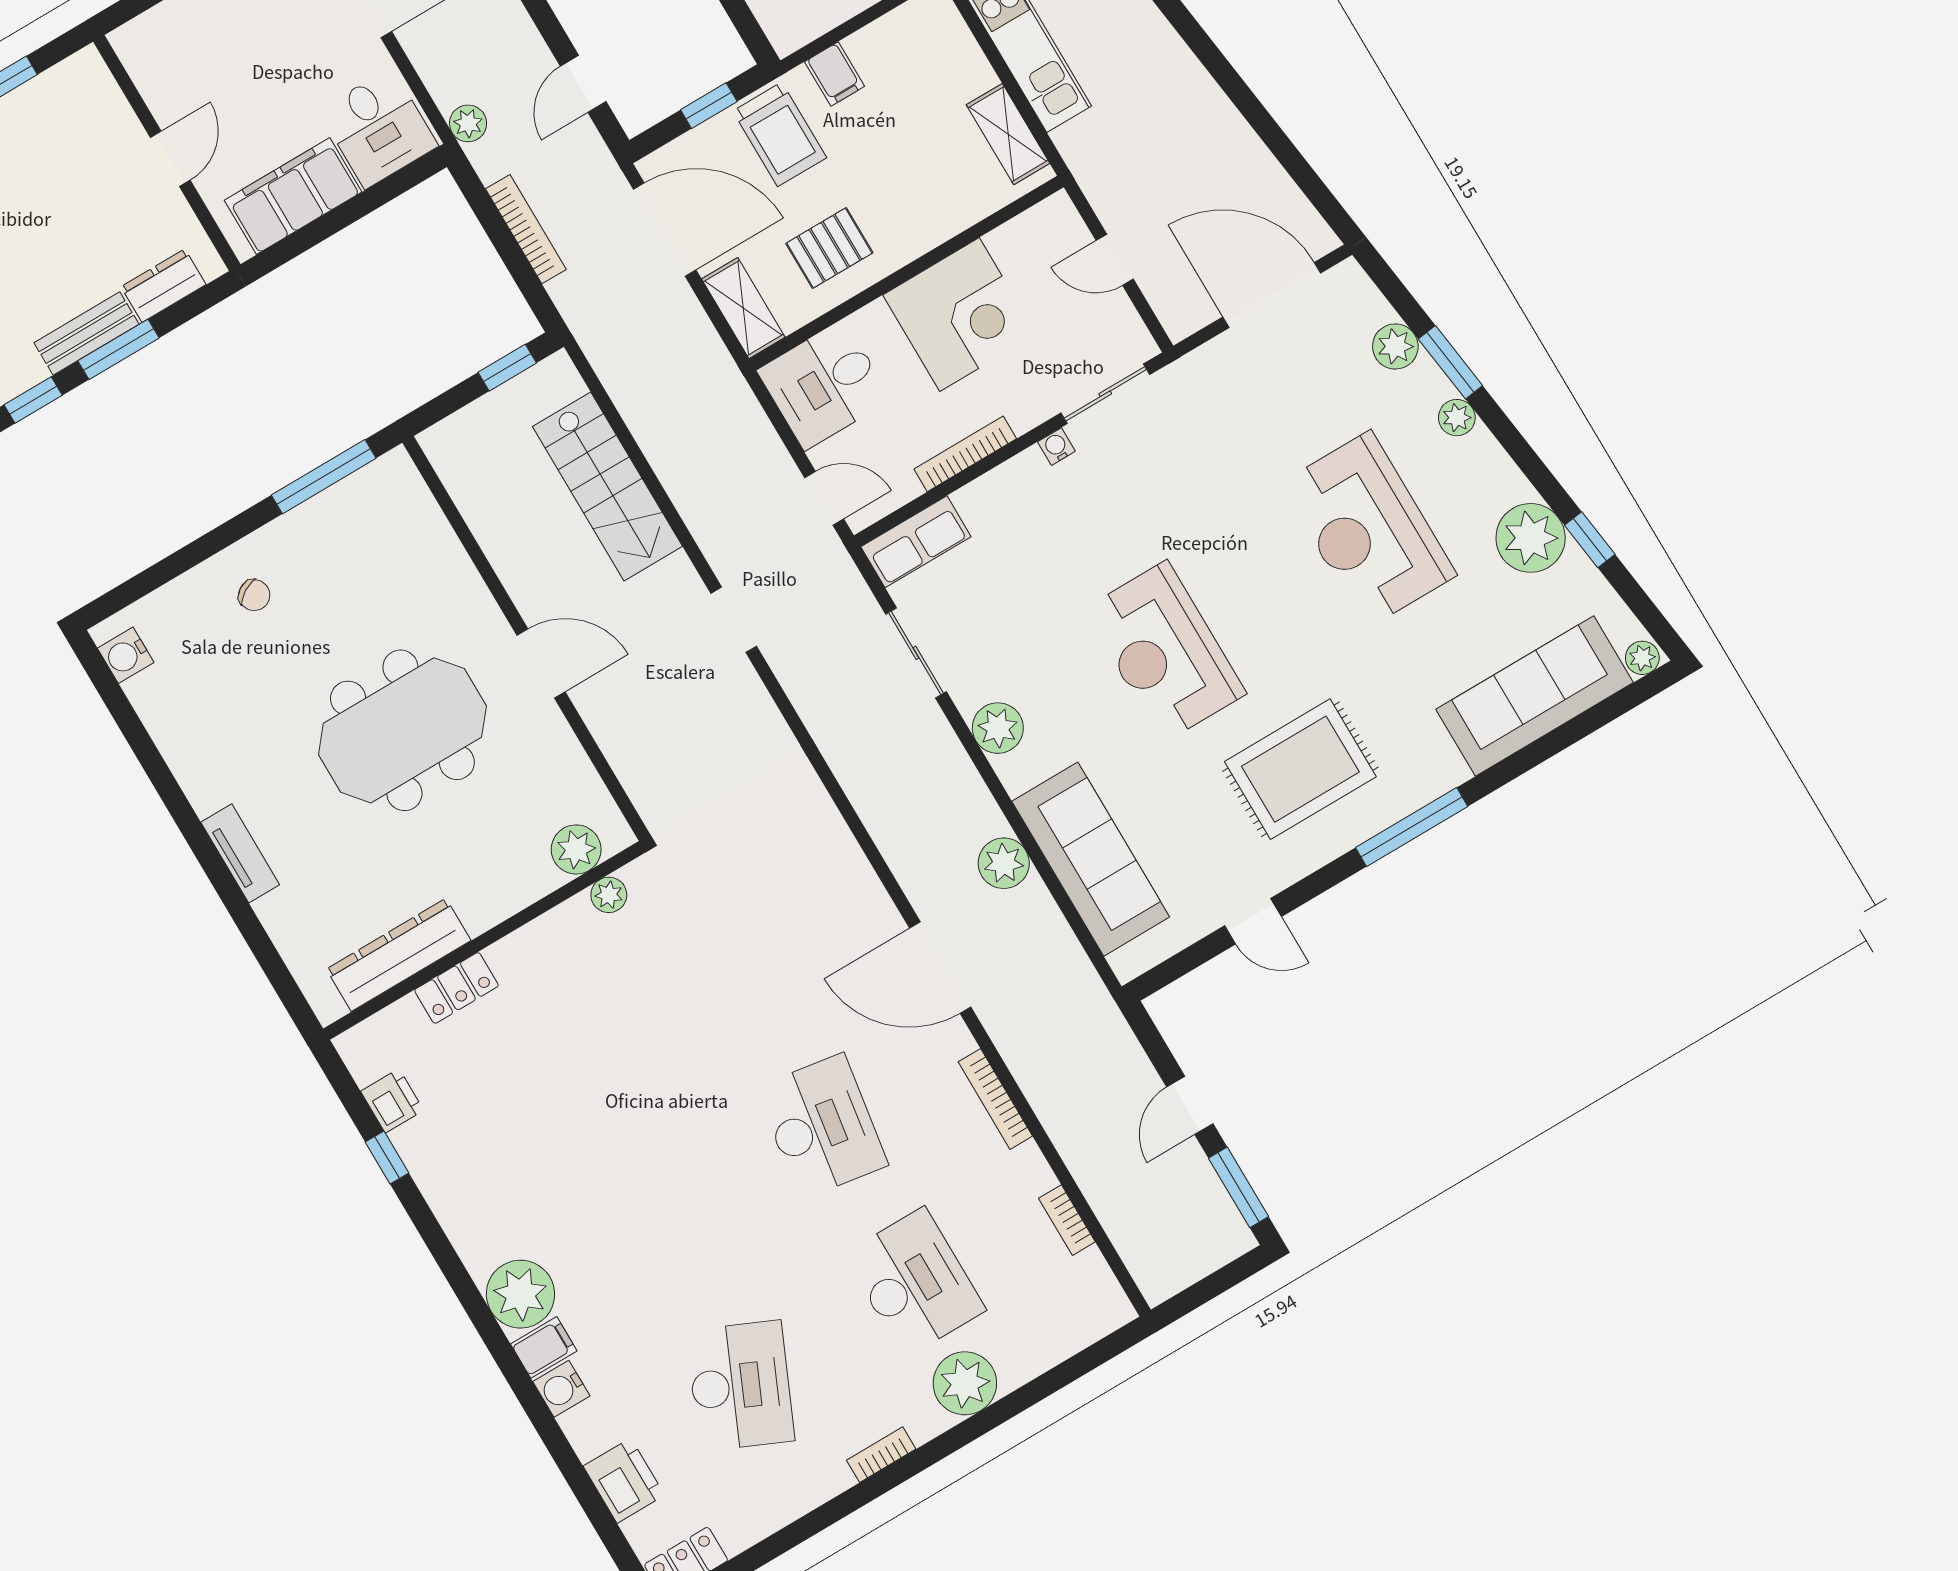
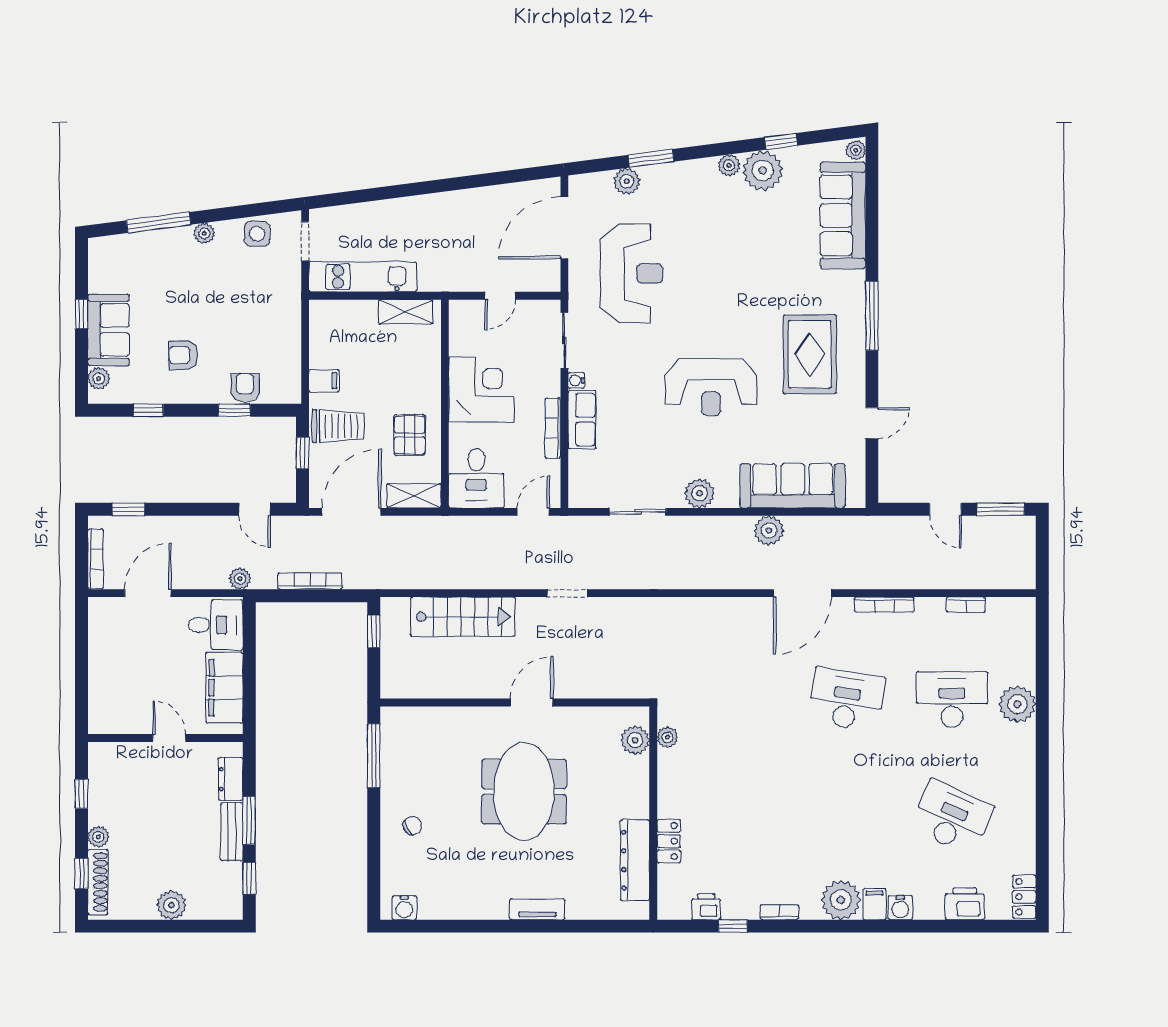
plant: (1457, 418) -> (729, 165), moved
reception desk: (1368, 530) -> (632, 273), moved, turned -90
row of seats: (916, 542) -> (582, 420), moved
bookcase: (881, 1455) -> (779, 912), moved, turned 90

